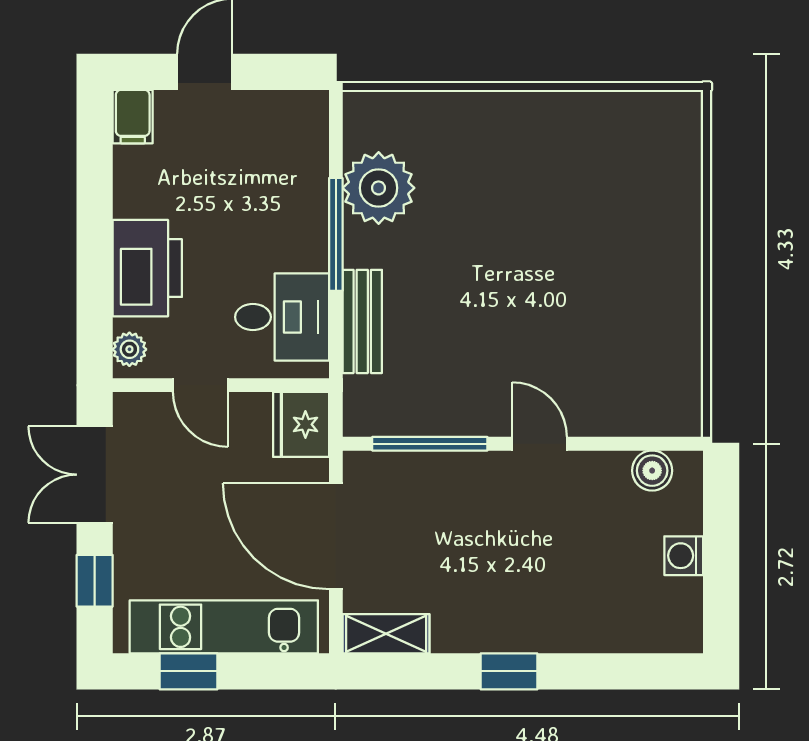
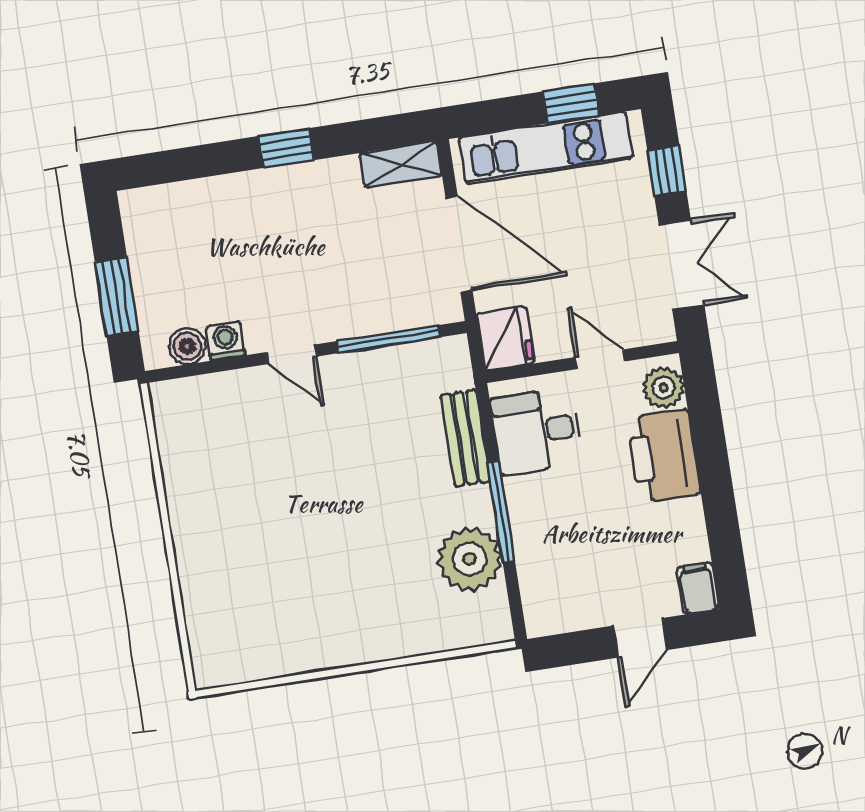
plant: (129, 349) -> (663, 388), width x1.38, depth x1.38
window: (721, 537) -> (117, 296), added
washing machine: (684, 556) -> (226, 341), moved, turned -90

